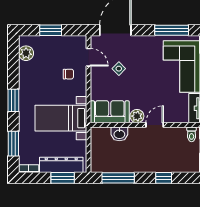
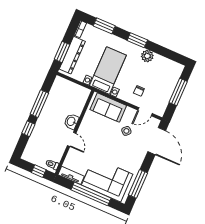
window: (51, 30) -> (178, 92), width x1.44
plant: (26, 53) -> (147, 56), moved
sofa: (110, 112) -> (108, 108), moved, turned 90
plant: (137, 116) -> (84, 129), removed
washbasin: (119, 134) -> (71, 121), moved
window: (118, 178) -> (39, 104), moved

